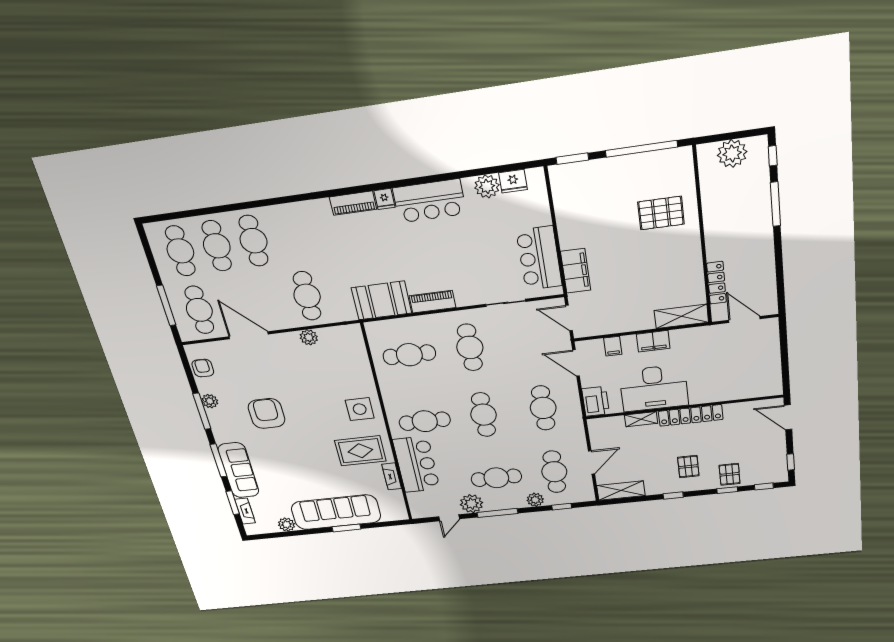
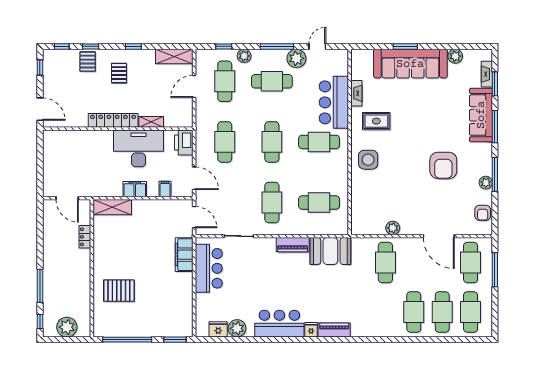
locker: (717, 283) -> (85, 237), width x0.66
rug: (360, 451) -> (376, 121), width x0.73, depth x0.70

